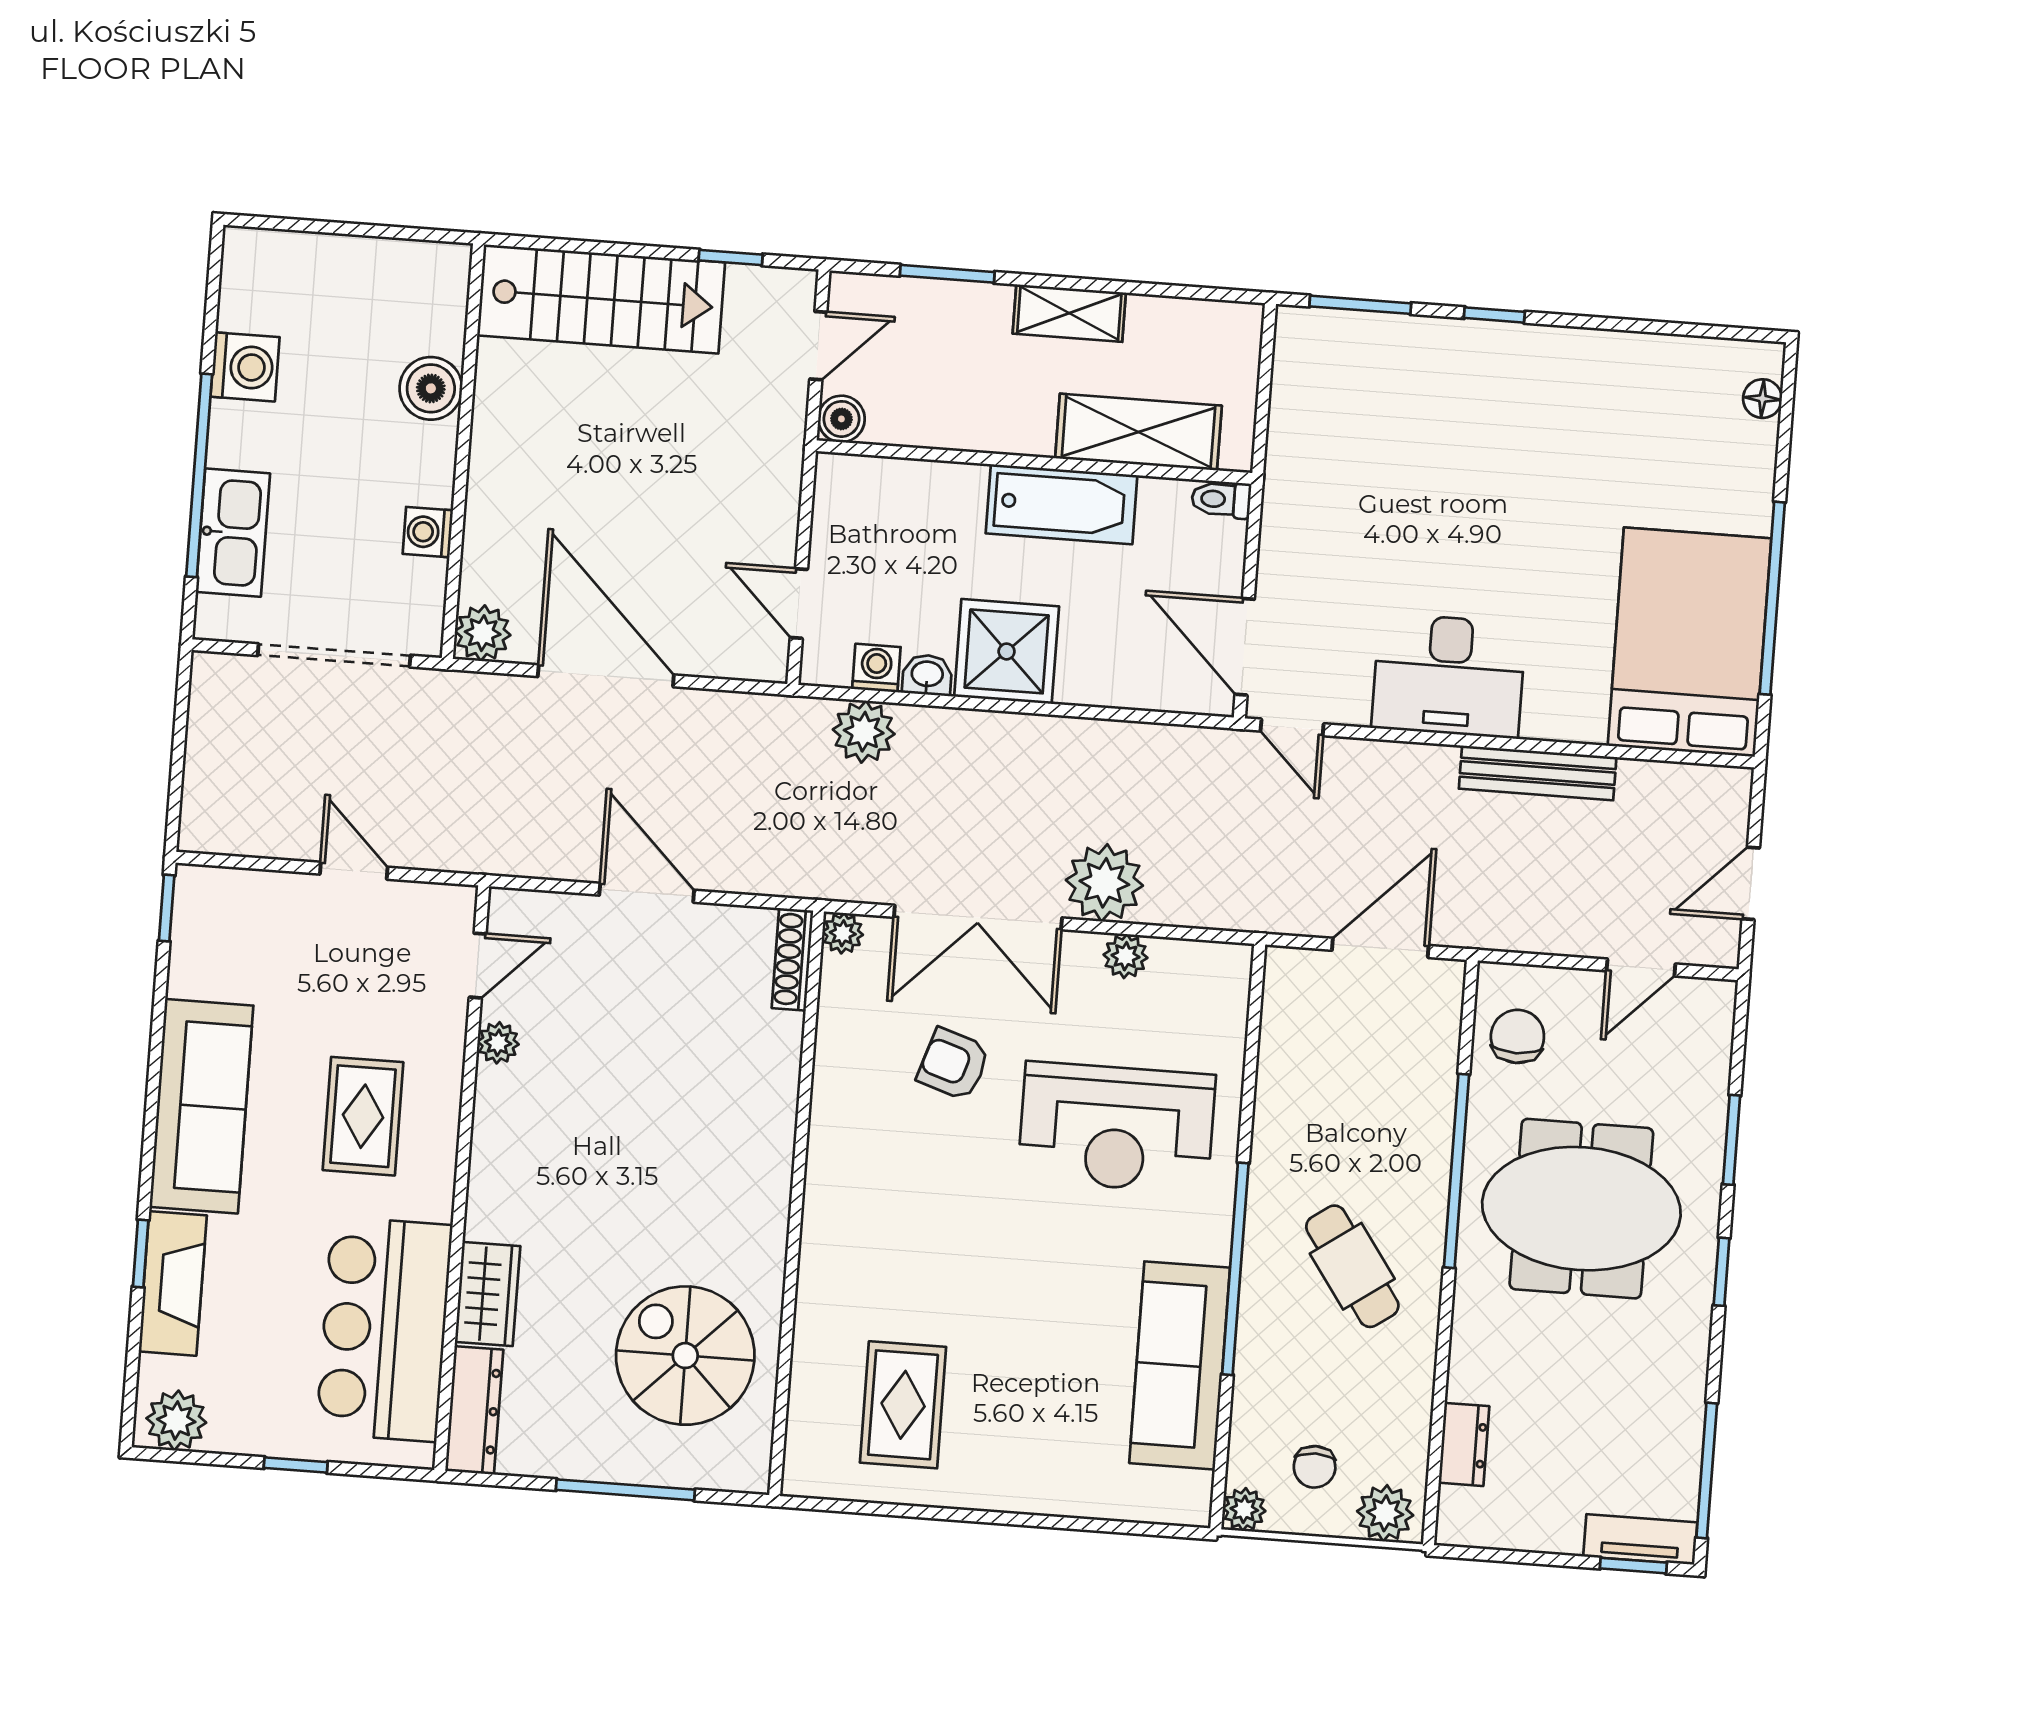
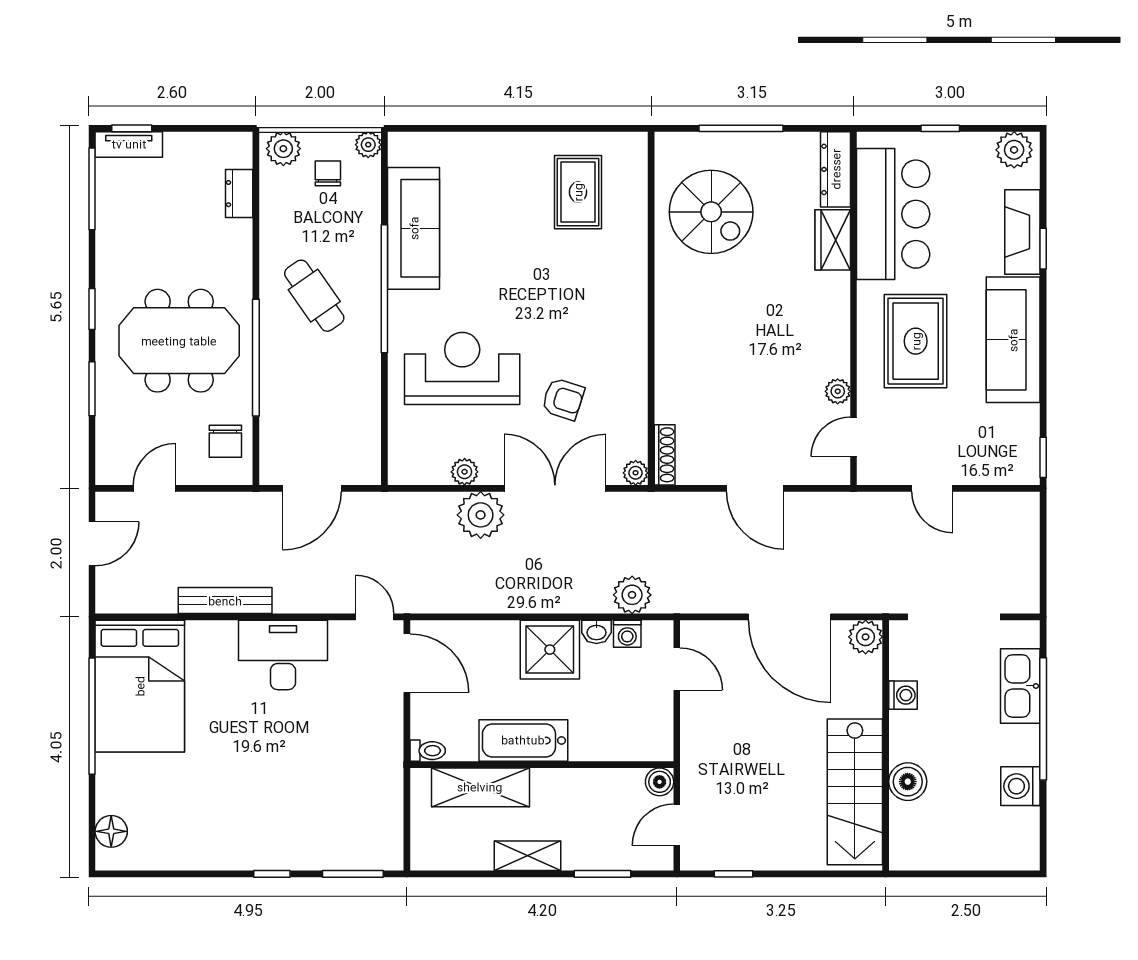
stairs: (601, 299) -> (855, 792), moved, turned -90
floor lamp: (1762, 399) -> (111, 831), width x1.37, depth x1.37
rug: (363, 1116) -> (916, 341), width x1.36, depth x1.43

